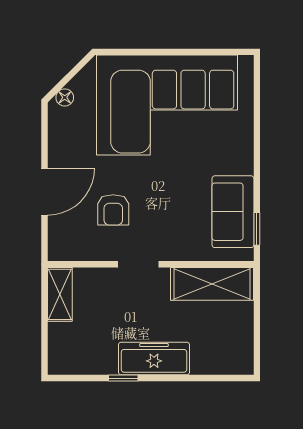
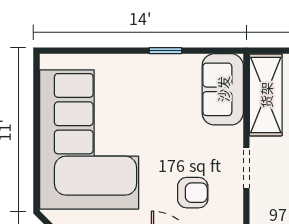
sofa: (233, 212) -> (223, 89), moved, turned 90
window: (257, 229) -> (165, 51), moved

